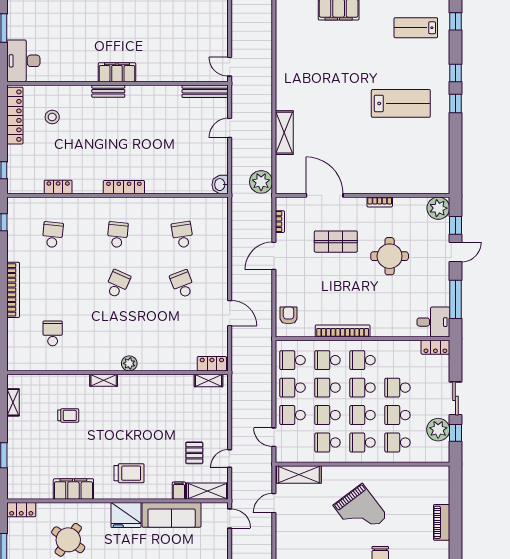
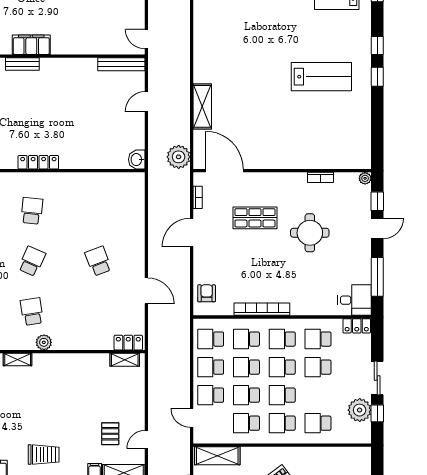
door: (325, 195) -> (224, 171), moved
bookcase: (380, 202) -> (321, 177), moved
plant: (438, 208) -> (365, 178), width x0.53, depth x0.53
school desk: (182, 235) -> (32, 312), moved
school desk: (397, 415) -> (318, 339), moved

